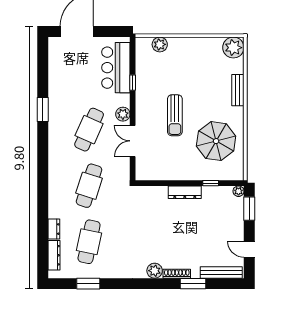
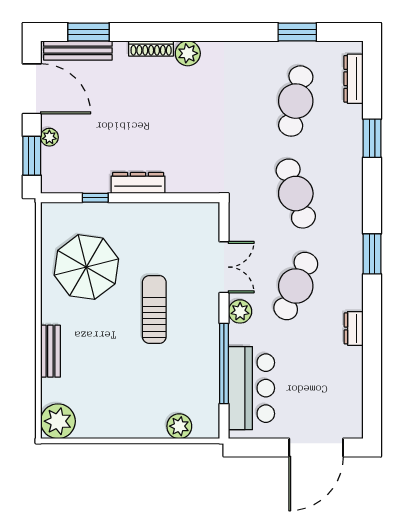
window: (133, 83) -> (224, 363), width x3.17
window: (43, 109) -> (372, 254), moved
cafe table: (89, 186) -> (296, 194), turned -36
plant: (238, 191) -> (49, 137), moved
window: (43, 219) -> (372, 138), added
dresser: (54, 229) -> (354, 328), moved
door: (249, 249) -> (32, 89), width x1.87
window: (193, 284) -> (89, 32), moved

